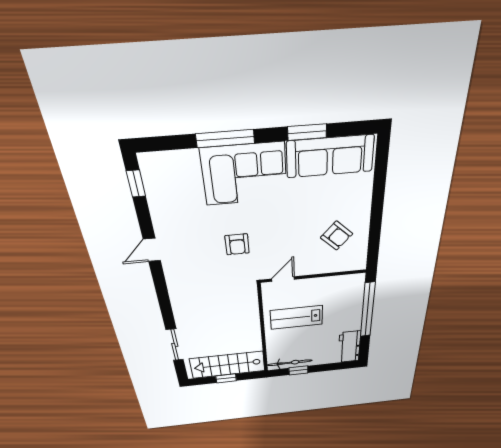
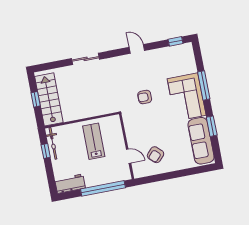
door: (283, 279) -> (129, 156), moved
sliding door: (175, 345) -> (86, 59), moved

